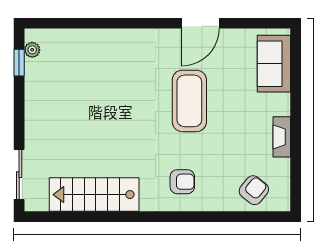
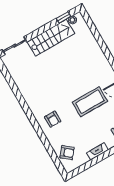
stairs: (94, 195) -> (51, 38), moved, turned 90

